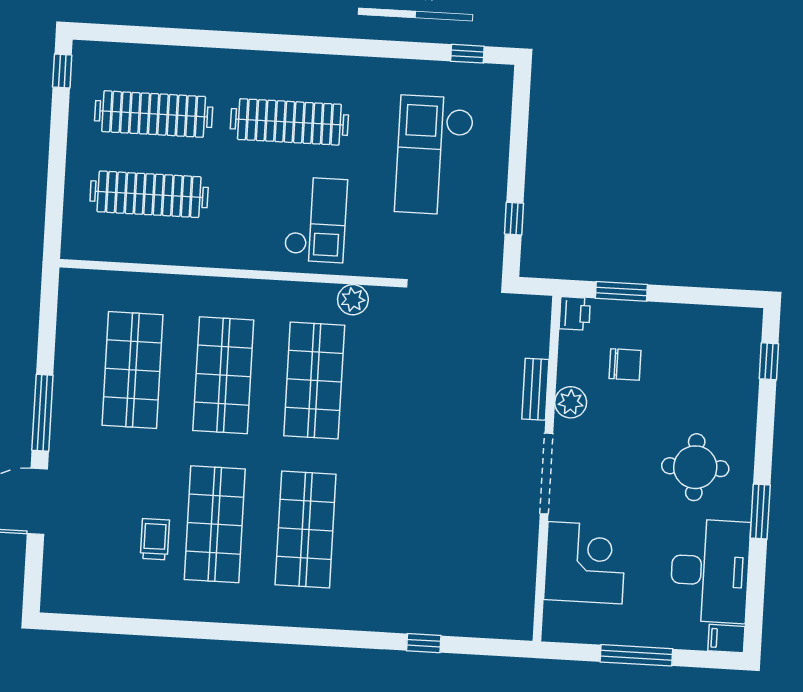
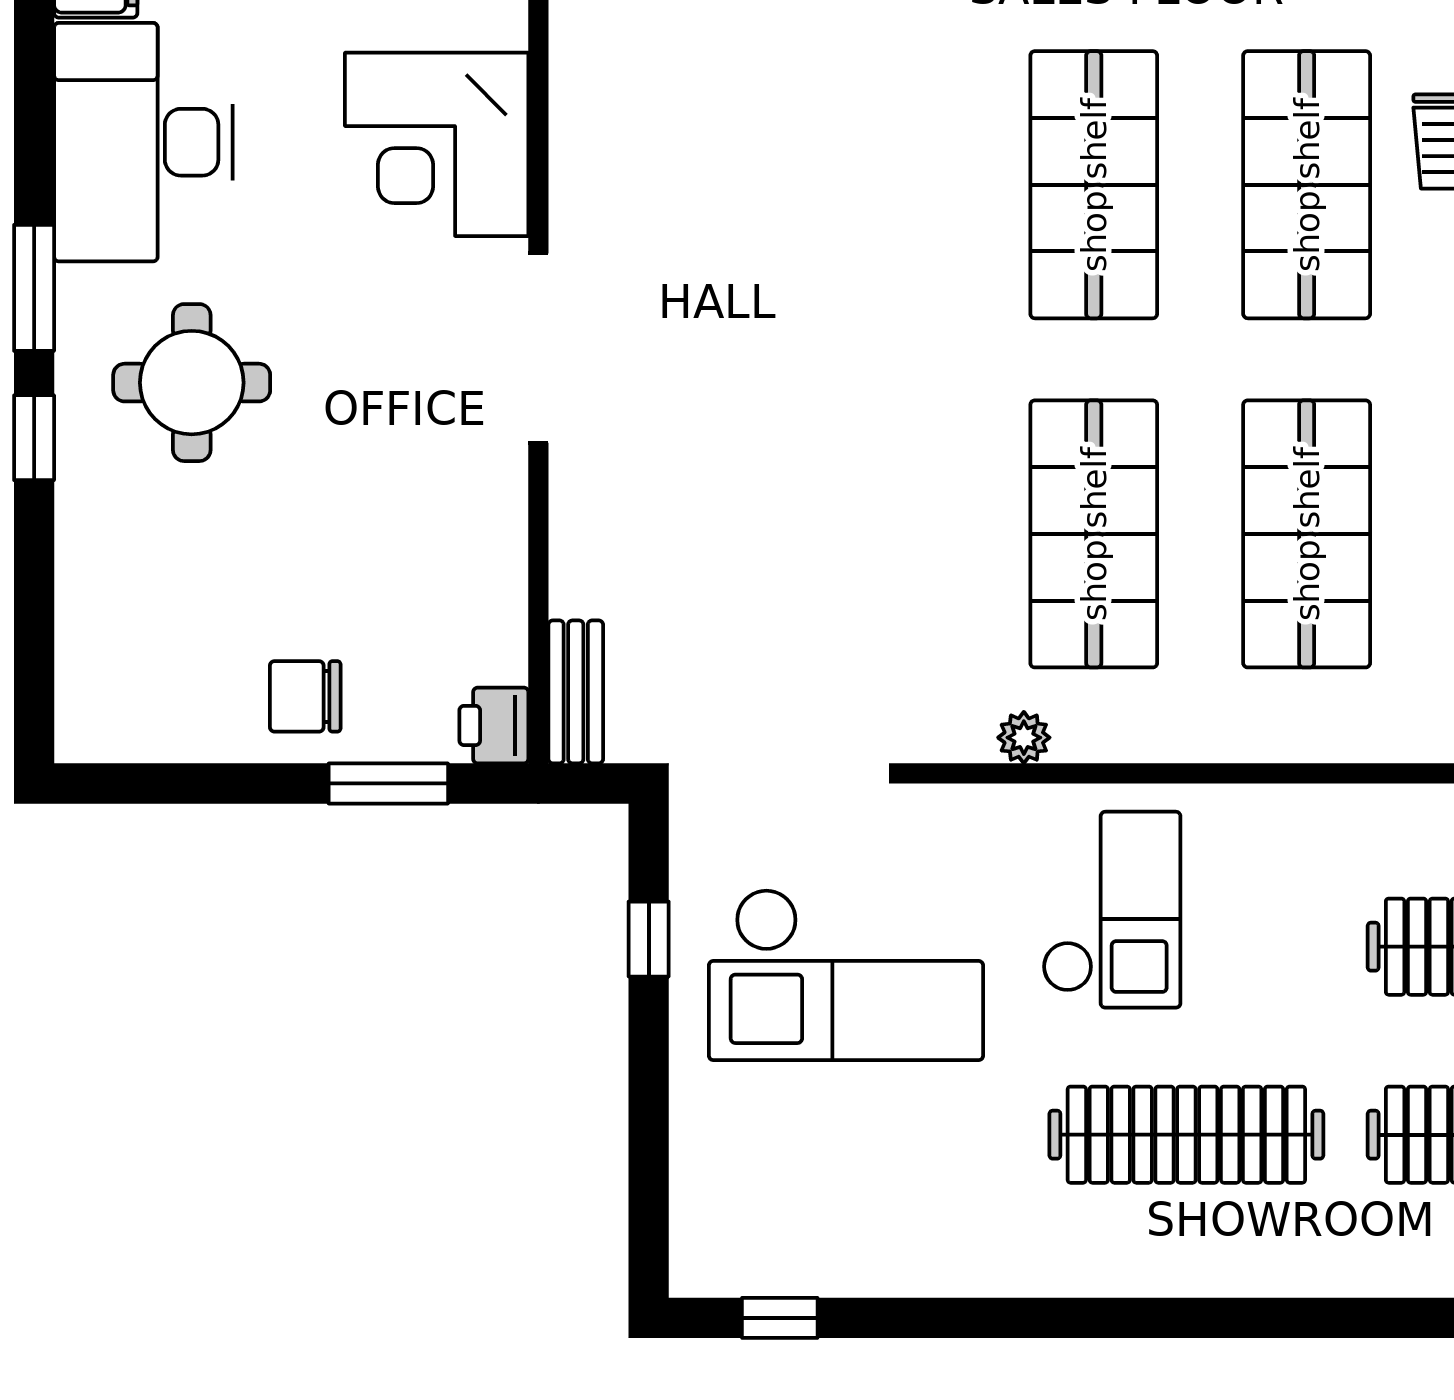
checkout: (434, 155) -> (846, 975), moved, turned 90
checkout: (316, 220) -> (1112, 910), turned 180
plant: (353, 300) -> (1024, 738), width x0.73, depth x0.73
window: (769, 361) -> (34, 438), moved
chair: (625, 364) -> (305, 696), moved
bench: (535, 389) -> (576, 692), moved
plant: (571, 402) -> (492, 517), removed

